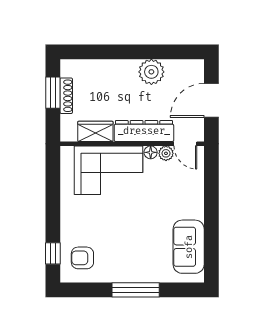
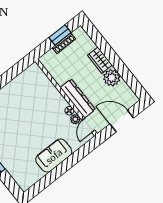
wardrobe: (95, 131) -> (100, 60), moved, turned 180
corner sofa: (109, 170) -> (43, 96), removed
sofa: (189, 247) -> (54, 156), moved

